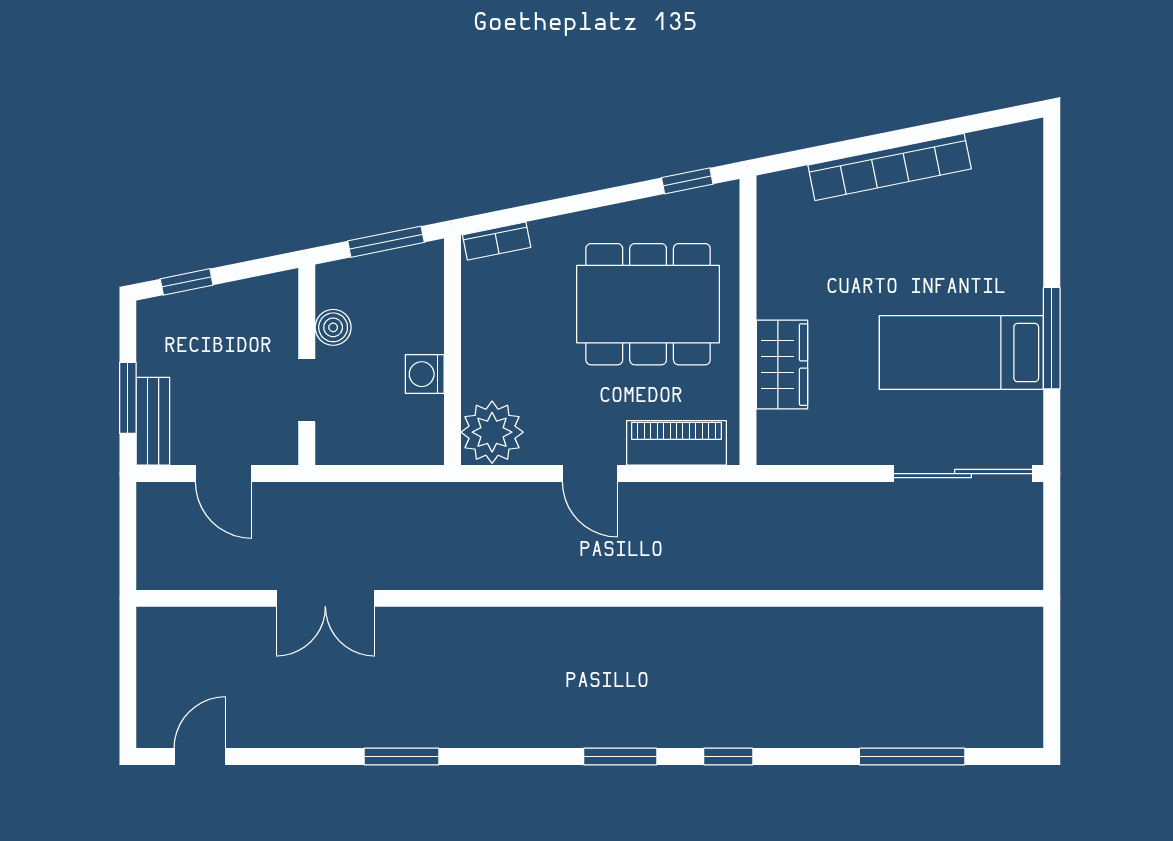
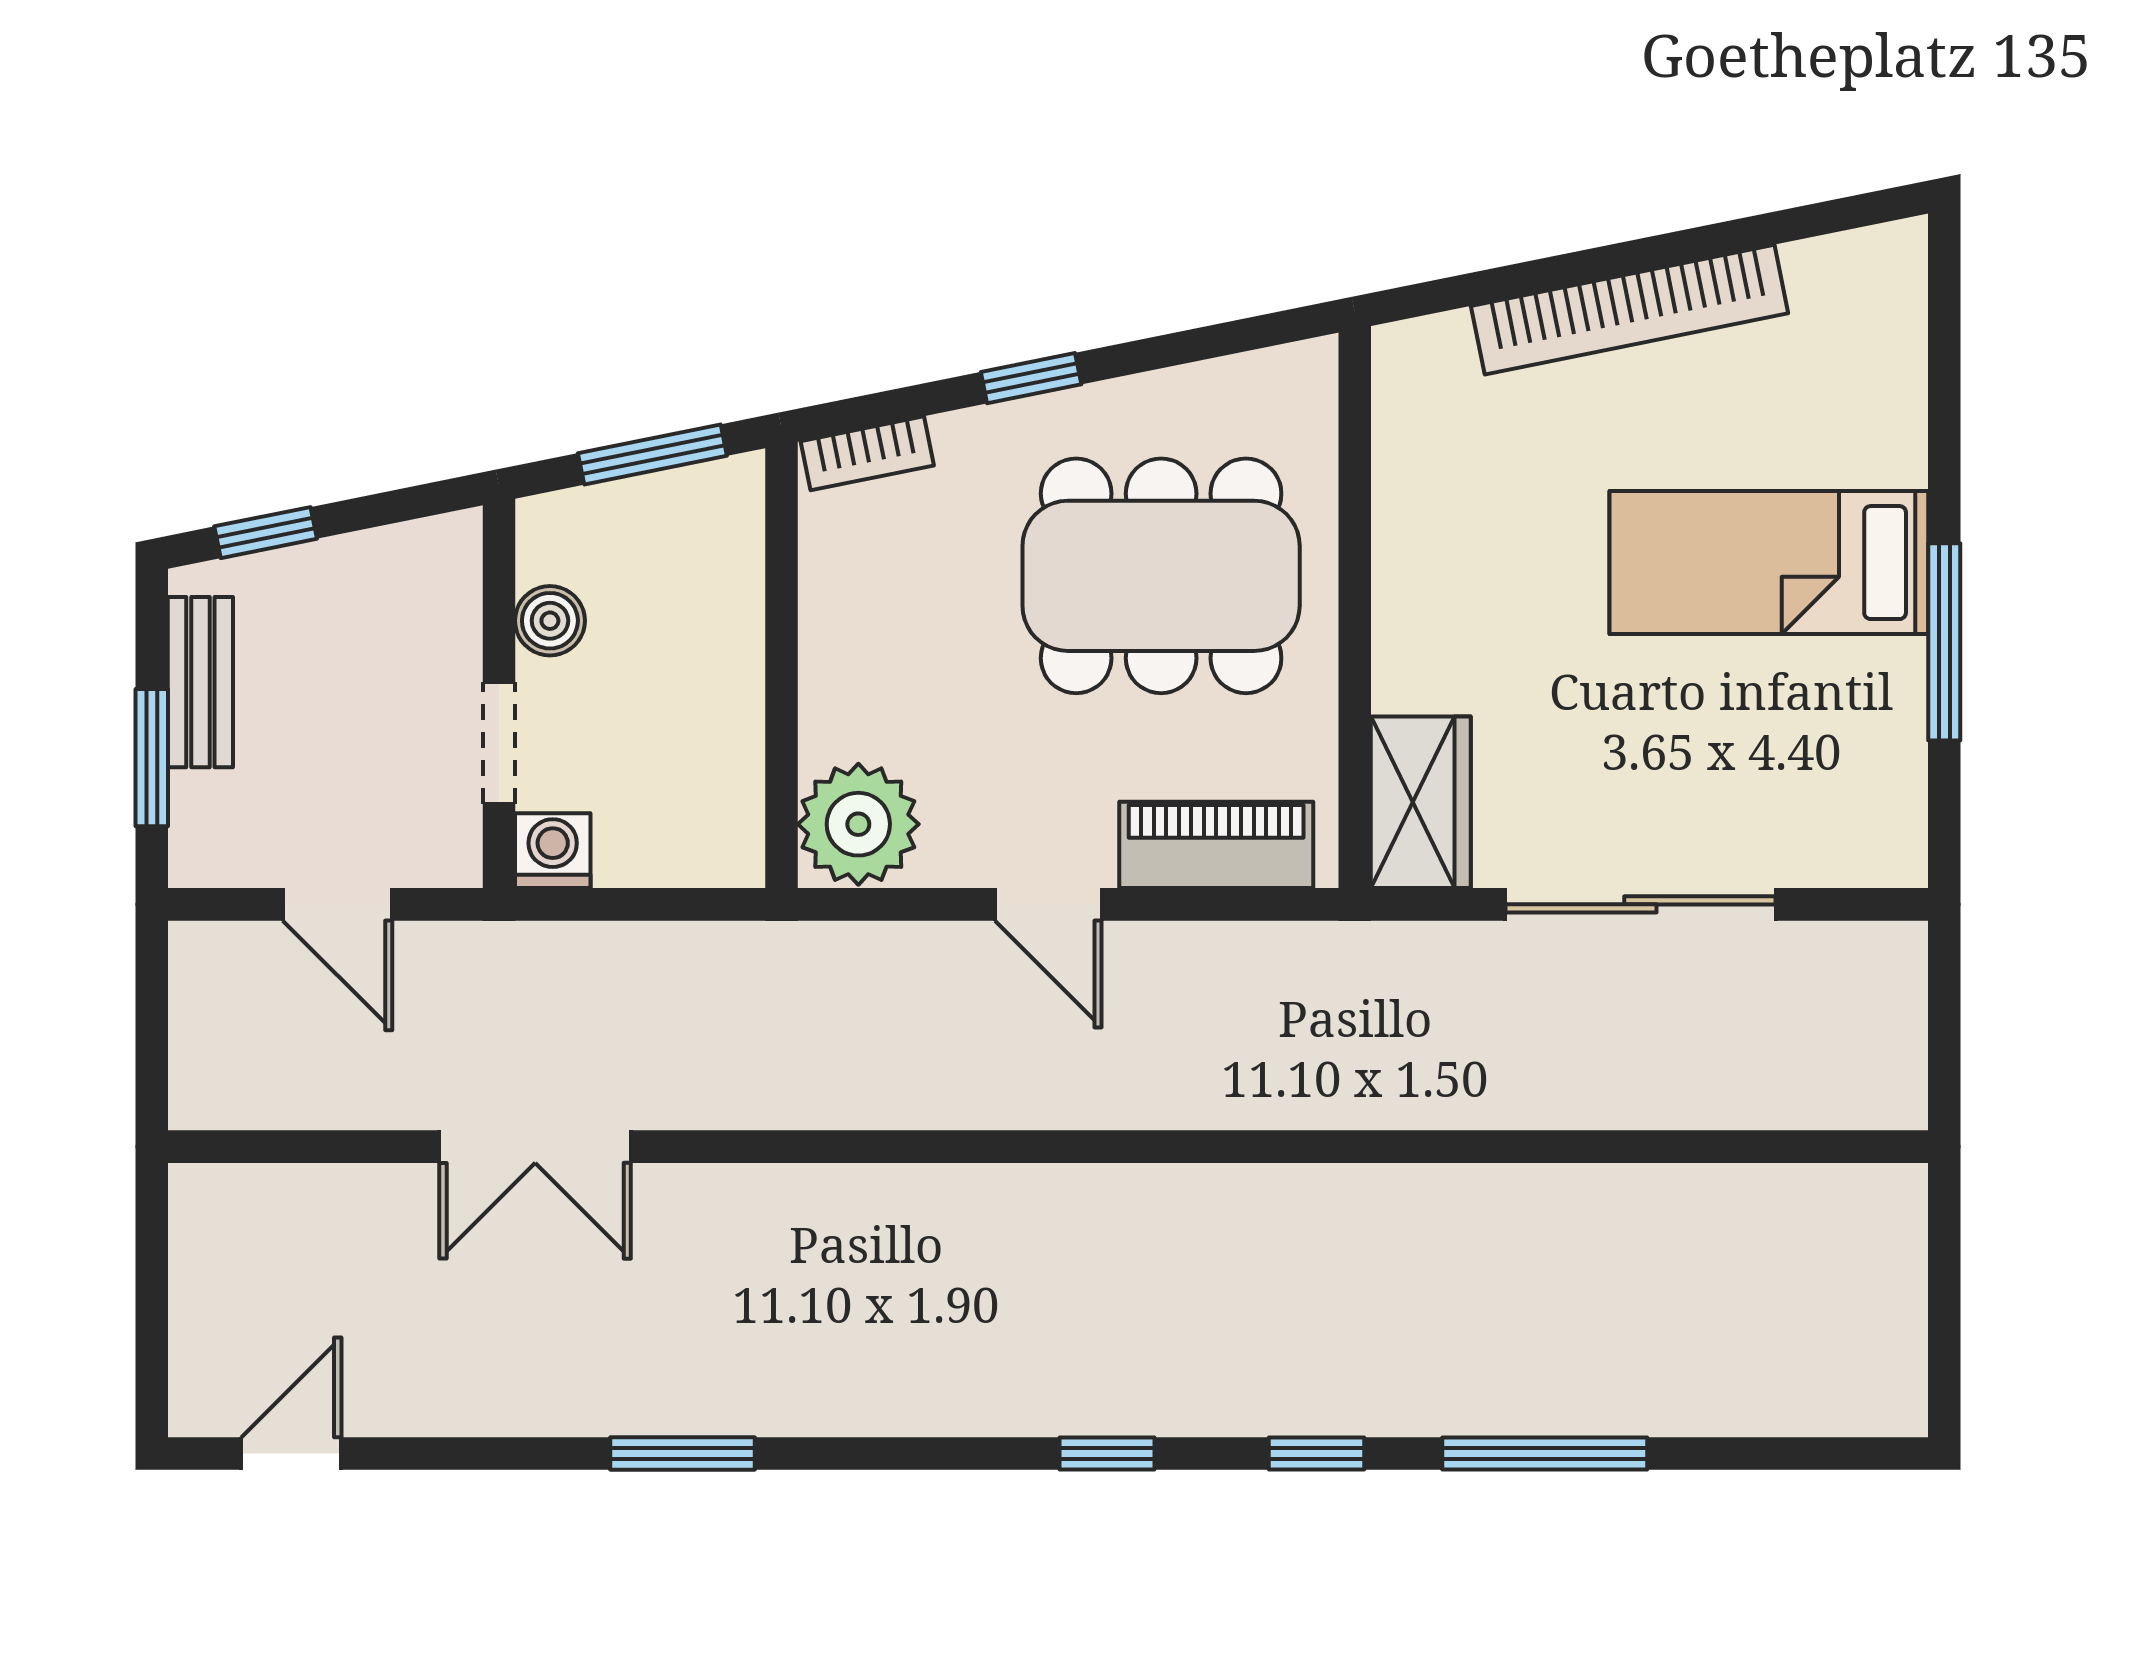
window: (687, 181) -> (1031, 378), moved
bed: (961, 353) -> (1769, 563), moved
wardrobe: (782, 365) -> (1421, 802), moved
washing machine: (425, 374) -> (553, 851), moved, turned 90
bench: (153, 421) -> (200, 682), moved
sliding door: (963, 474) -> (1640, 904), moved
window: (620, 757) -> (1107, 1453), width x0.67
window: (912, 757) -> (1545, 1453), moved

